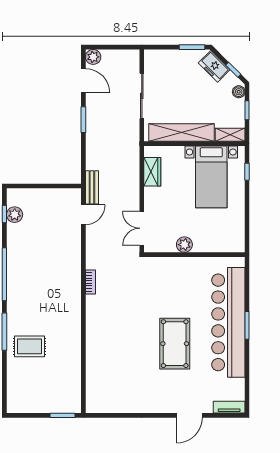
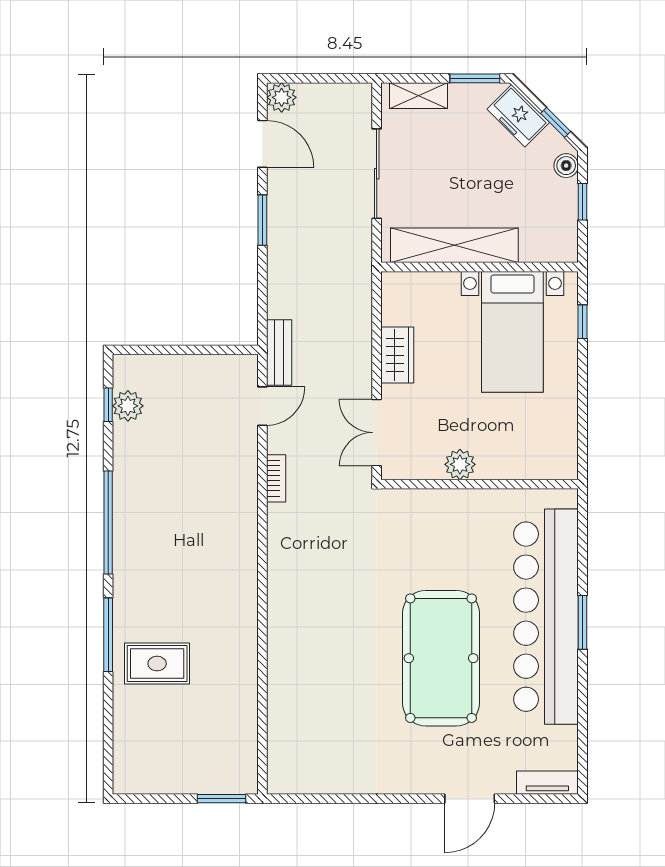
shelving: (230, 135) -> (418, 96), moved
wardrobe: (152, 172) -> (397, 355), moved
bookcase: (90, 282) -> (276, 478), moved
pool table: (175, 344) -> (441, 658), width x1.36, depth x1.32

